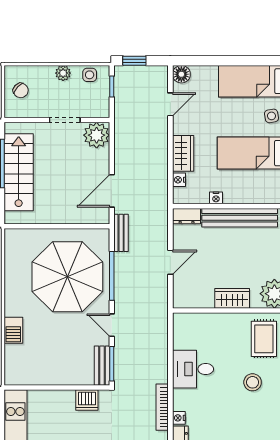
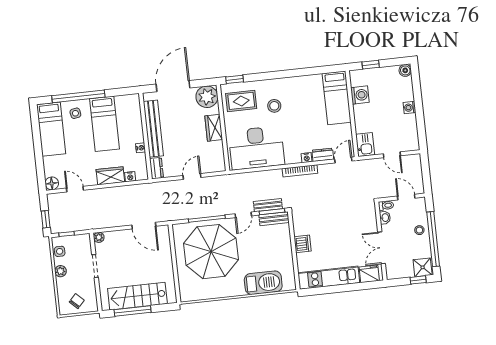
plant: (97, 135) -> (99, 237), width x0.53, depth x0.53
bench: (121, 233) -> (268, 205), moved
door: (170, 262) -> (192, 176), hinge flipped
barbecue: (13, 330) -> (263, 283), width x1.88, depth x1.53
desk: (193, 369) -> (257, 148), width x1.87, depth x1.30
dishwasher: (87, 400) -> (303, 244), moved

